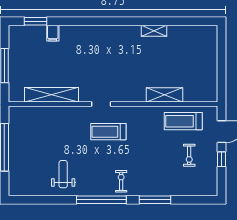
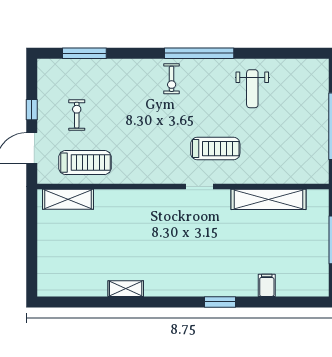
window: (35, 21) -> (220, 302), moved
shelving: (164, 95) -> (68, 199), moved
treadmill: (108, 132) -> (215, 149), moved
window: (155, 200) -> (84, 53), moved

